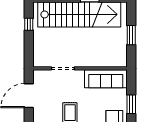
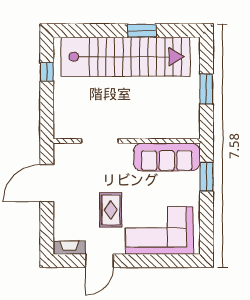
window: (131, 104) -> (206, 177), moved

